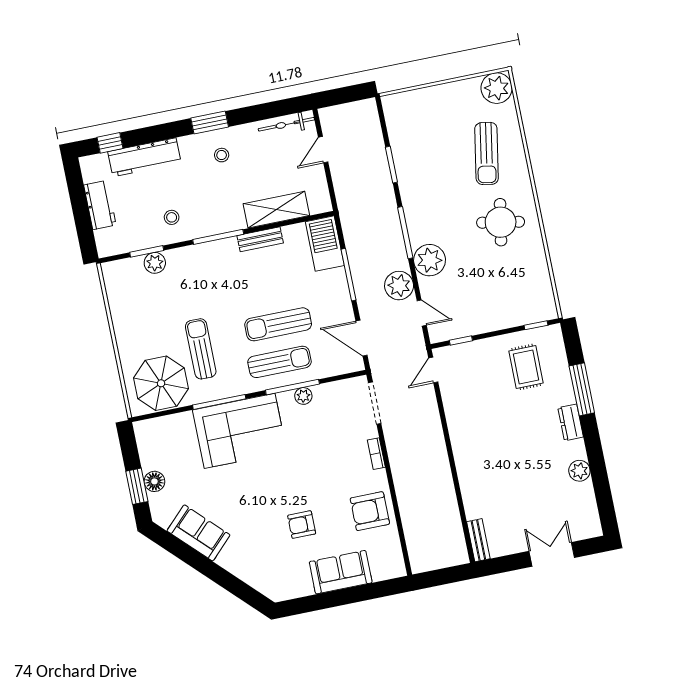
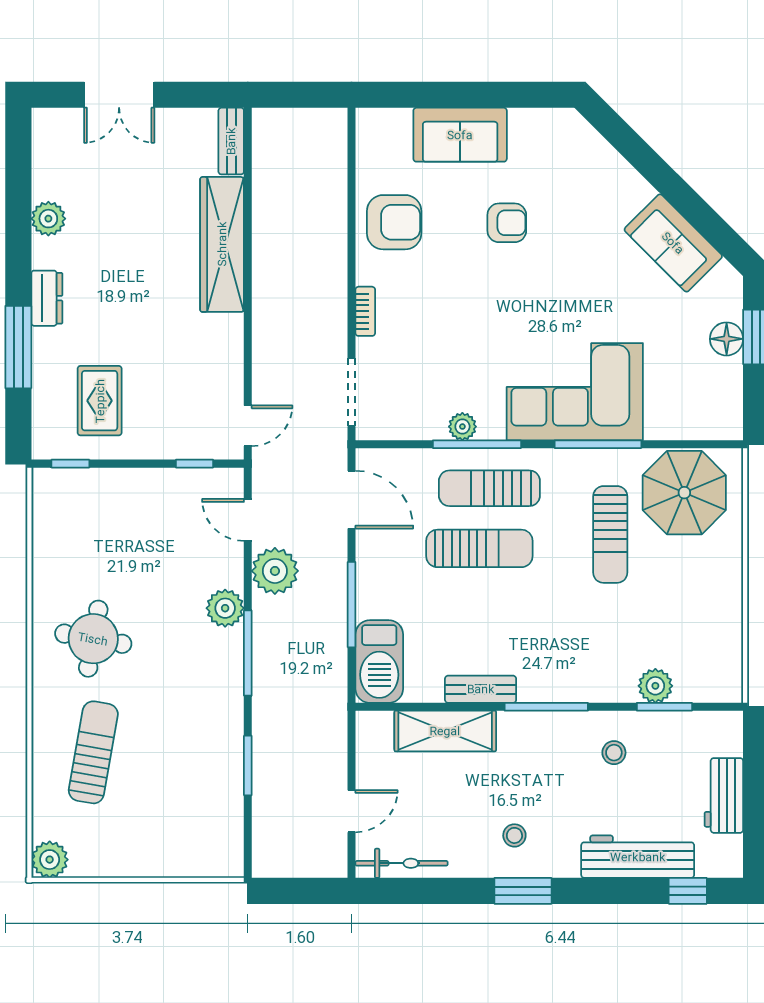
plant: (497, 88) -> (50, 860), width x0.73, depth x0.73
plant: (430, 260) -> (225, 608), width x0.73, depth x0.73
wardrobe: (471, 476) -> (222, 244), added

